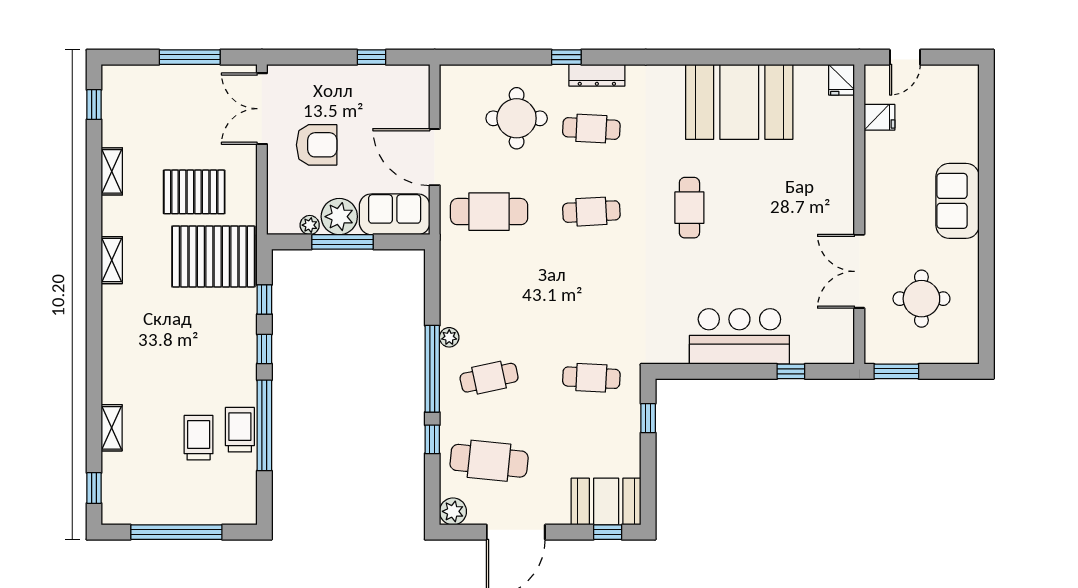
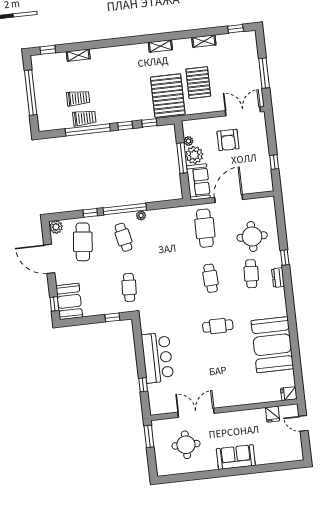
dresser: (597, 75) -> (278, 278), width x0.70

